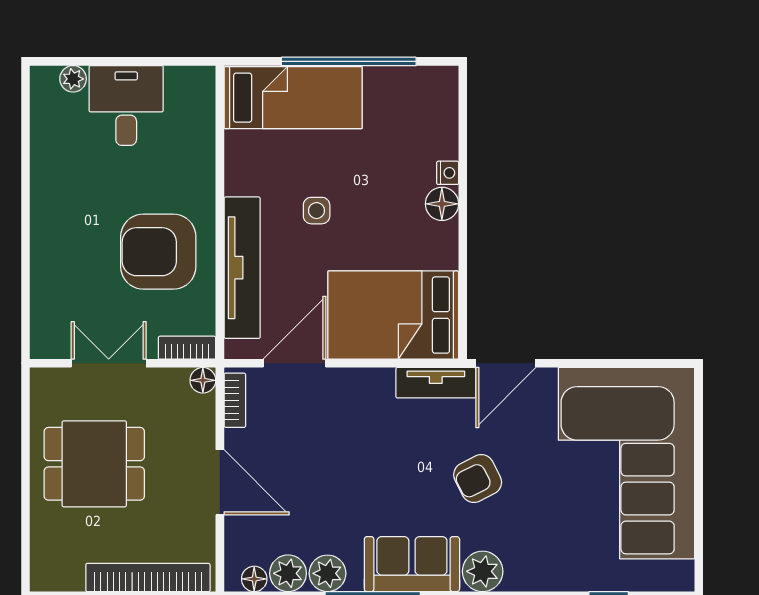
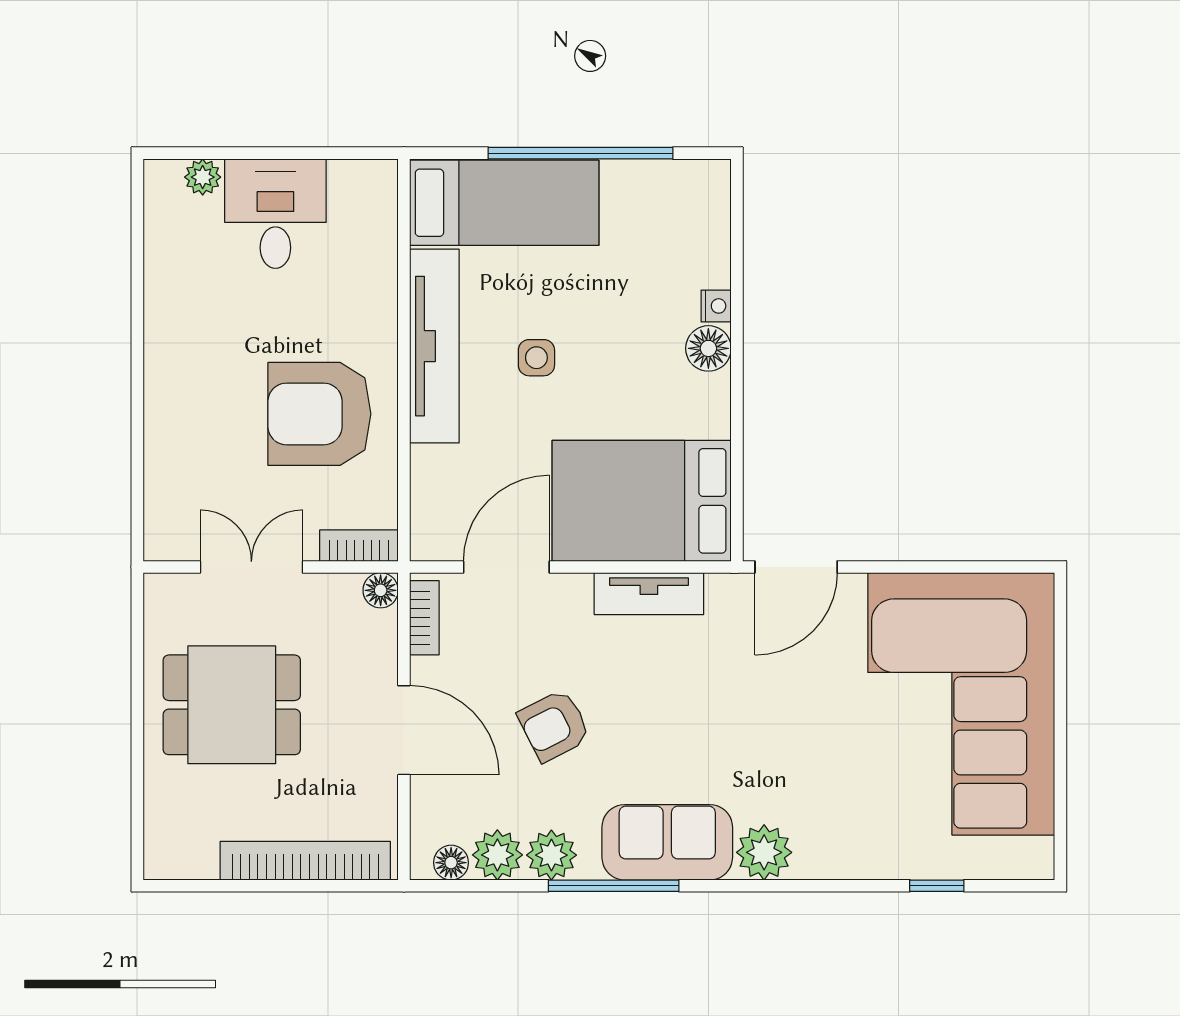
tv unit: (242, 268) -> (434, 346), moved
tv unit: (436, 383) -> (649, 594), moved
armchair: (478, 478) -> (554, 726), moved

